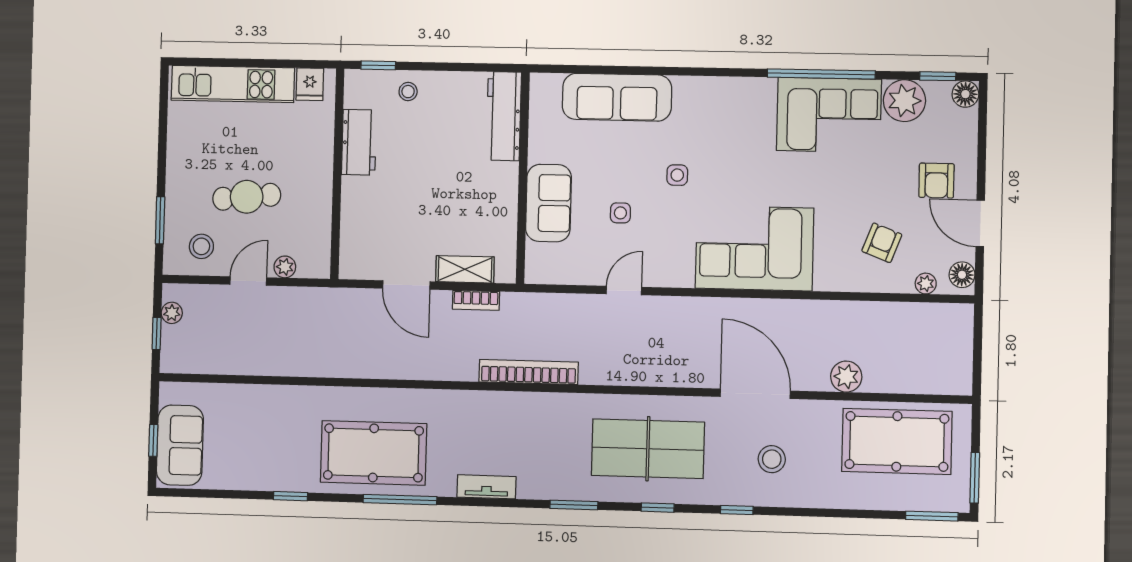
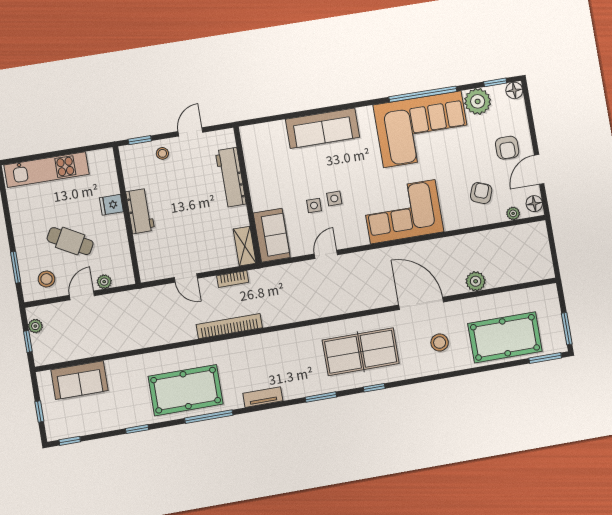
door: (456, 67) -> (190, 132), added
fridge: (310, 84) -> (111, 205), moved, turned 90
sofa: (617, 97) -> (323, 128), moved
corner sofa: (829, 115) -> (422, 129), width x1.36, depth x1.36
workbench: (504, 116) -> (231, 177), moved
workbench: (359, 142) -> (140, 211), moved
side table: (677, 175) -> (334, 198), moved
cafe table: (247, 197) -> (70, 241), turned 35
sofa: (549, 203) -> (272, 235), moved
door: (980, 223) -> (539, 169), hinge flipped
shelving: (465, 269) -> (245, 246), moved, turned 90
door: (406, 285) -> (186, 278), width x0.73
bookcase: (529, 372) -> (229, 326), moved
pool table: (897, 441) -> (505, 337), moved
sofa: (180, 445) -> (79, 380), moved, turned 90
window: (737, 510) -> (70, 441), moved

